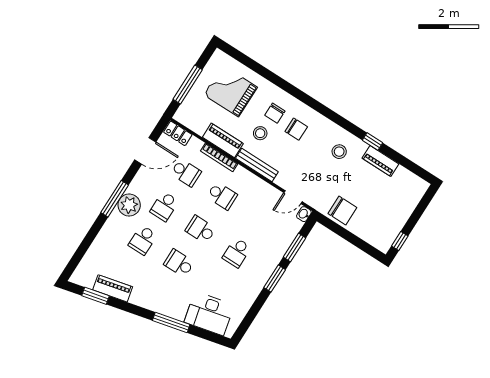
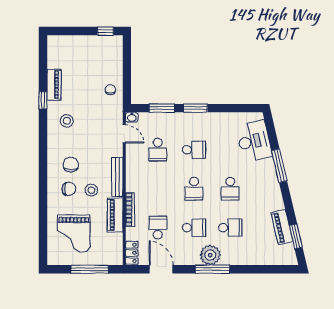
school desk: (222, 196) -> (158, 150), moved, turned 180
chair: (342, 211) -> (110, 90), width x0.54, depth x0.54

